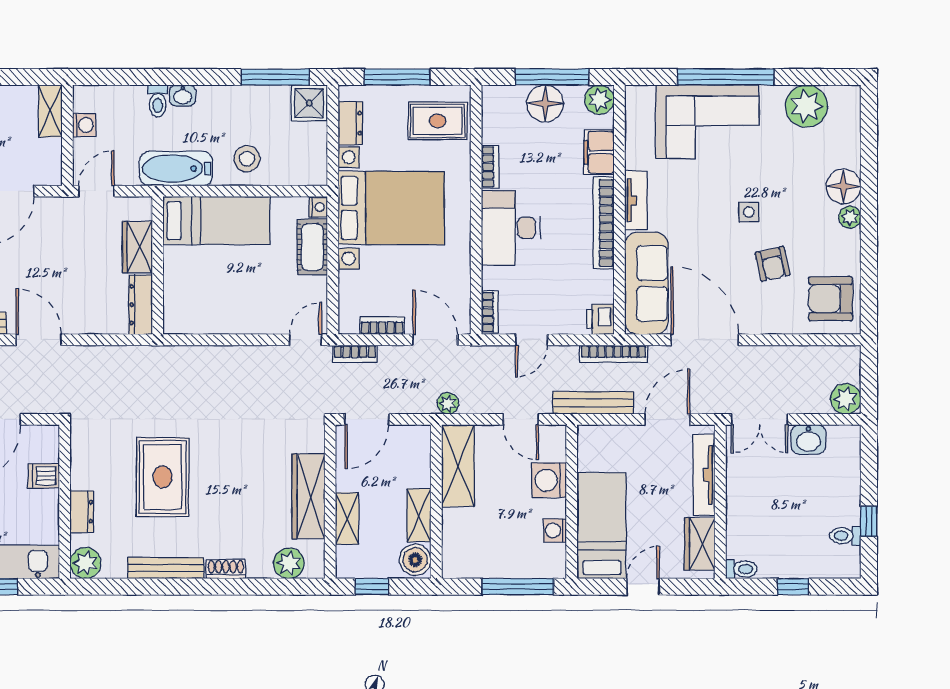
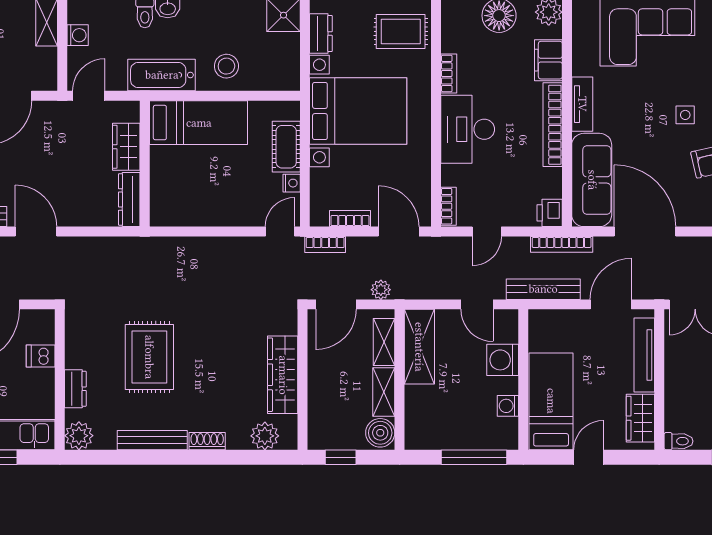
nightstand: (318, 207) -> (292, 183), moved
plant: (448, 403) -> (381, 290), moved
shelving: (347, 519) -> (384, 342), moved

